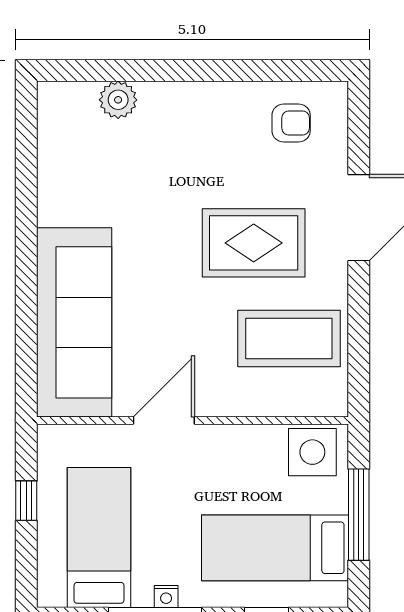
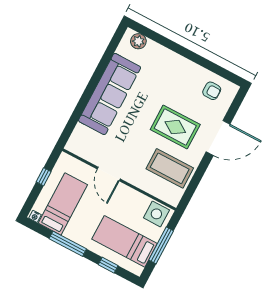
plant: (118, 100) -> (138, 41), moved
sofa: (74, 322) -> (110, 94), moved
door: (164, 420) -> (109, 174), swing flipped
nightstand: (166, 596) -> (35, 216), moved

